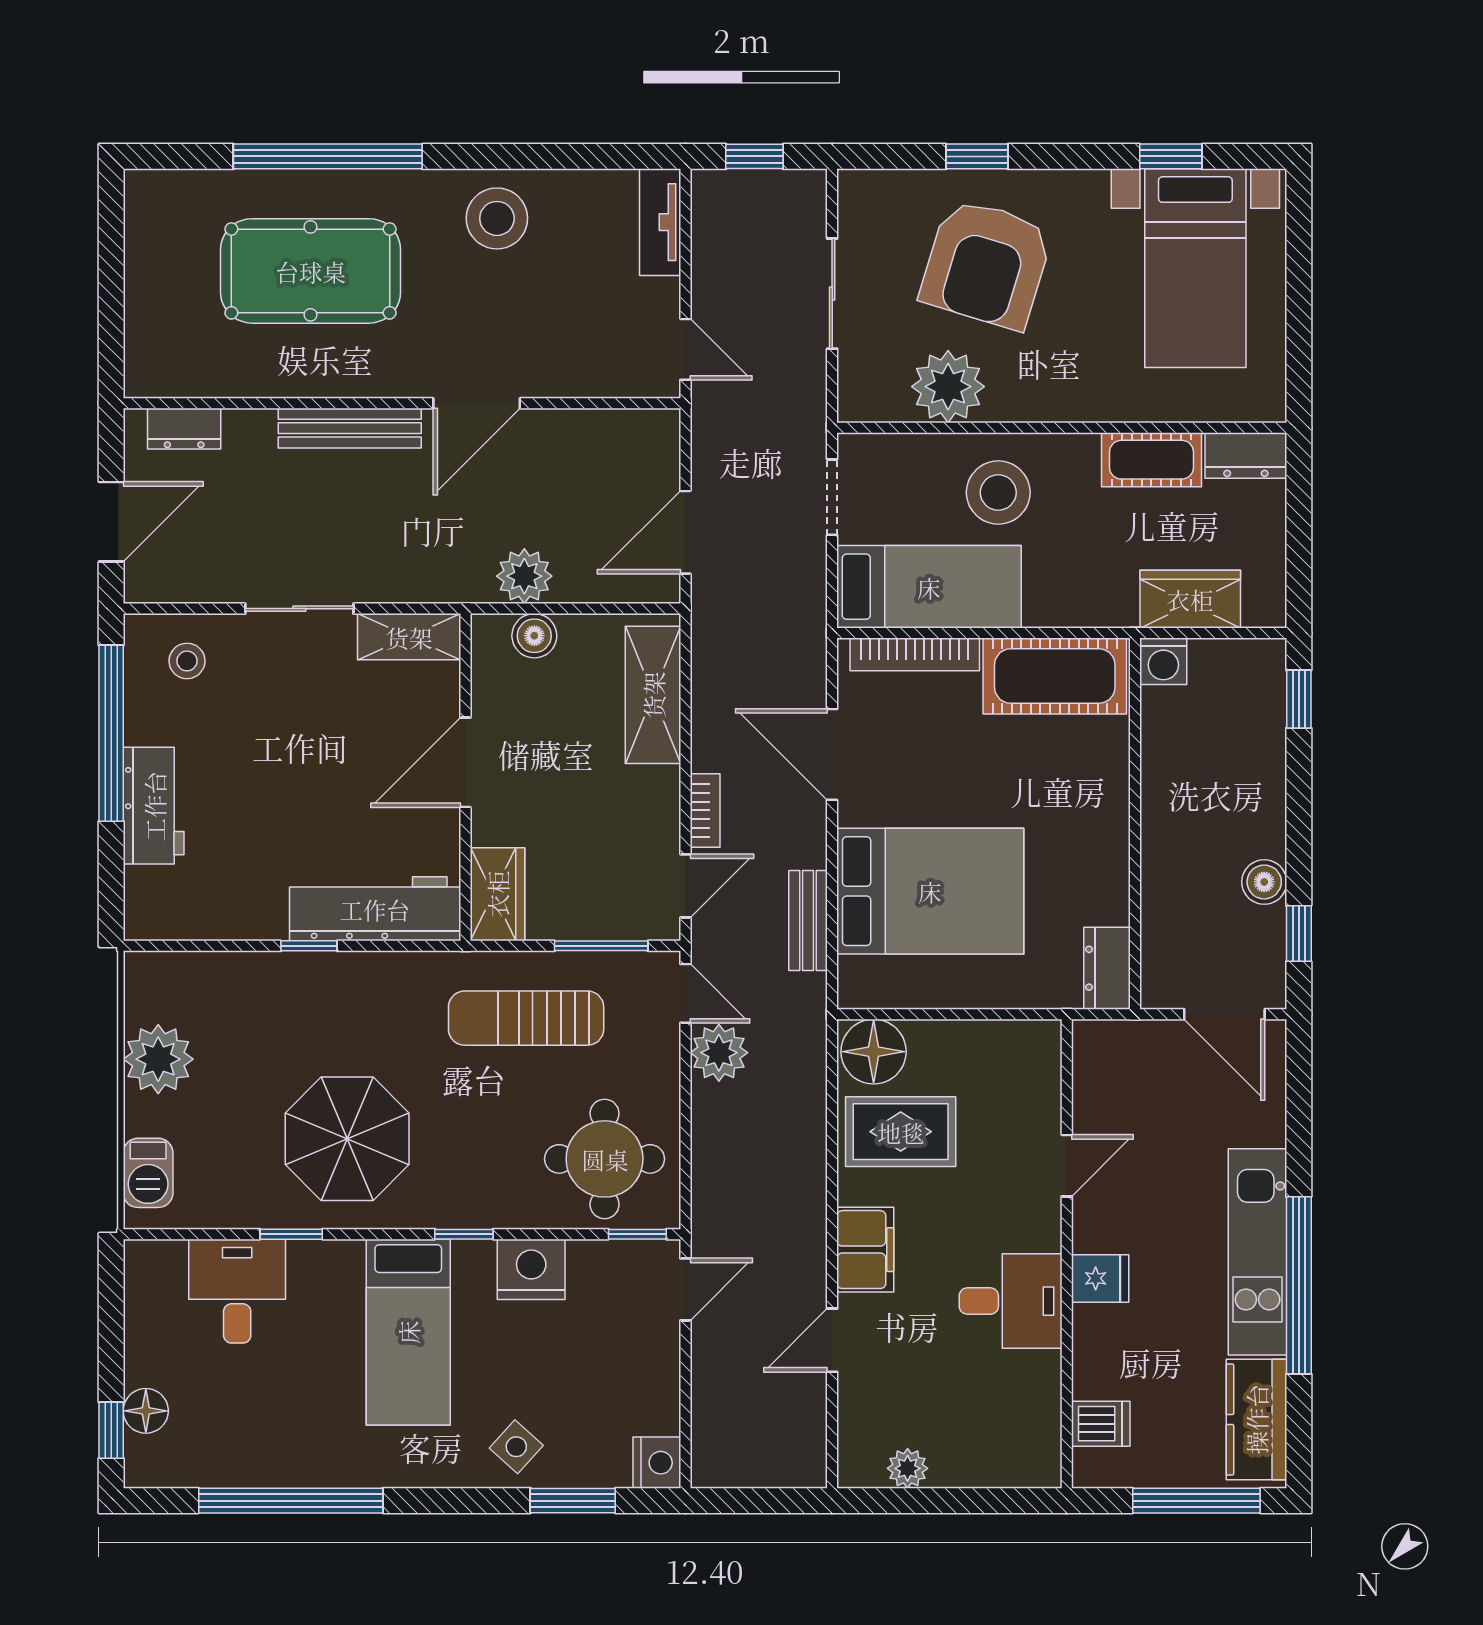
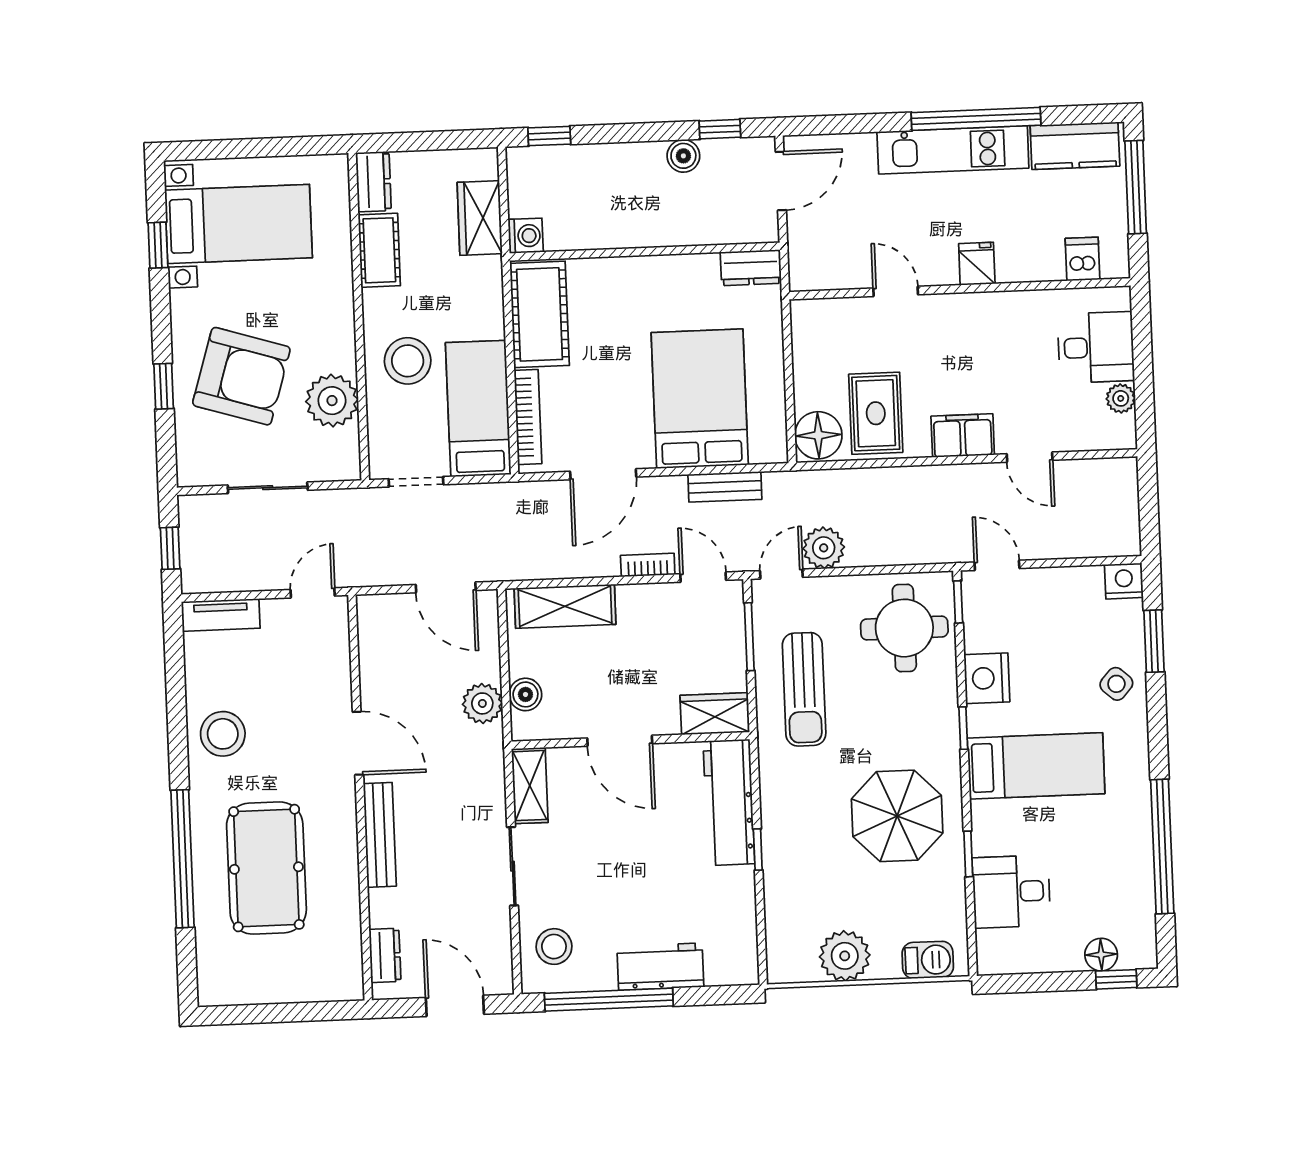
stool: (187, 661) -> (554, 947), width x1.37, depth x1.37
desk: (1011, 1301) -> (1096, 347), moved, turned 90

